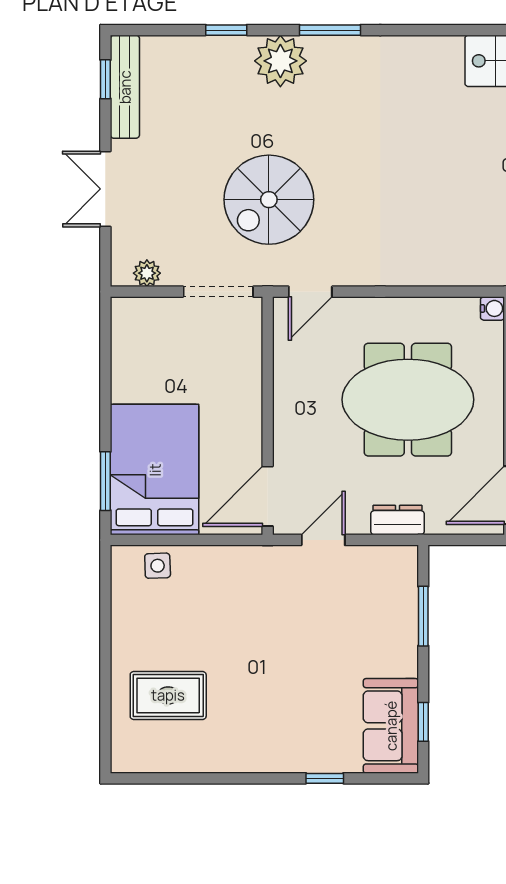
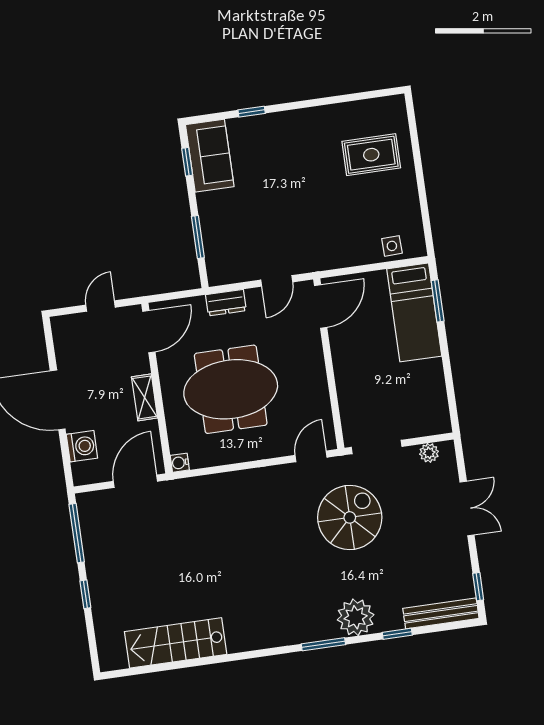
bench: (125, 87) -> (441, 613), moved, turned 90
bed: (155, 470) -> (414, 312), width x0.67

